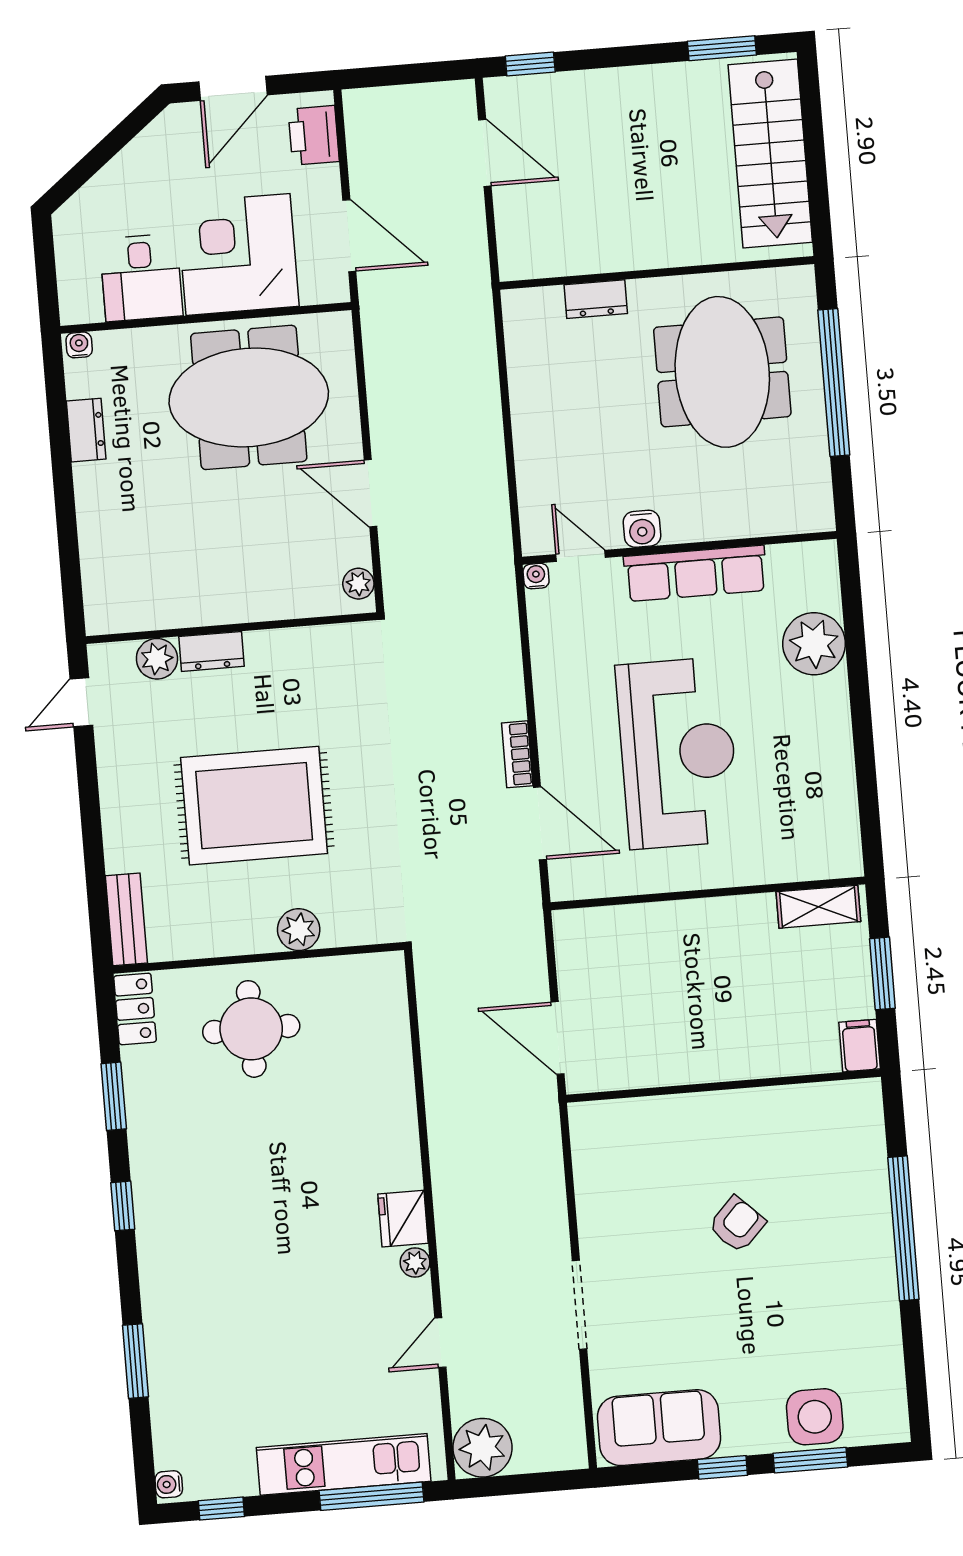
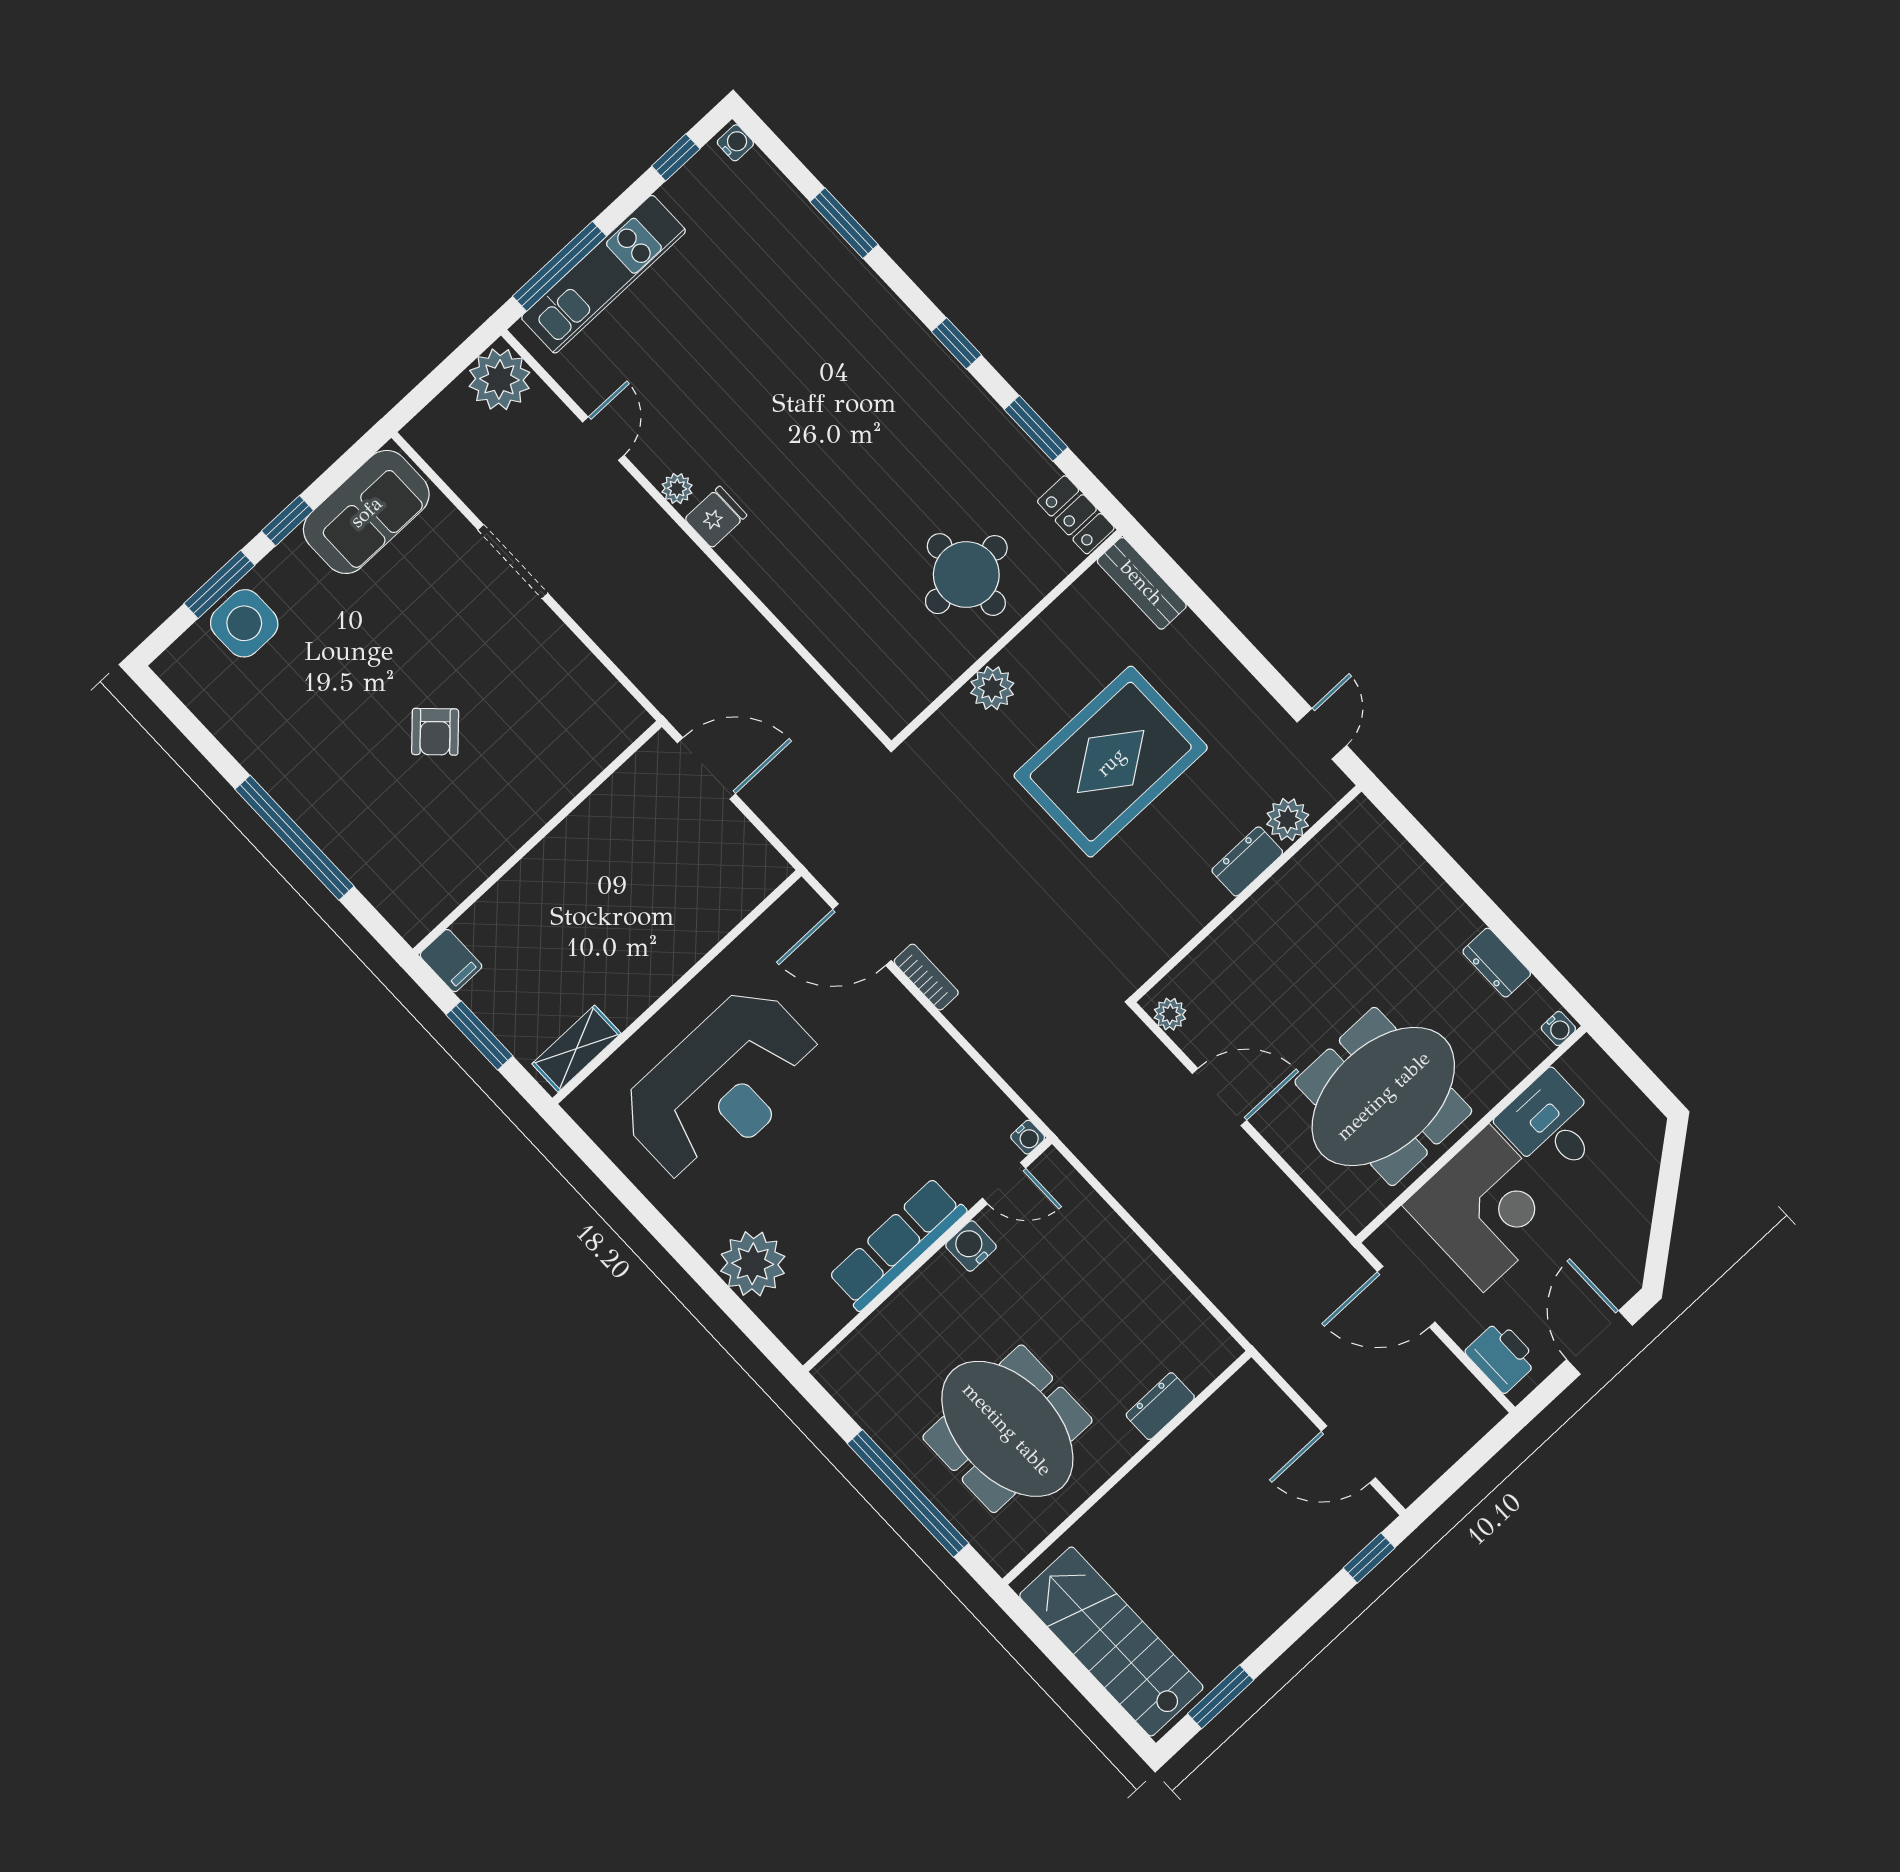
reception desk: (678, 753) -> (722, 1086), moved, turned -90
fridge: (403, 1219) -> (716, 517), width x0.72

